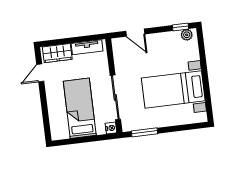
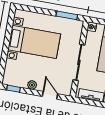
plant: (187, 35) -> (32, 85), moved
sliding door: (115, 97) -> (79, 62), moved

